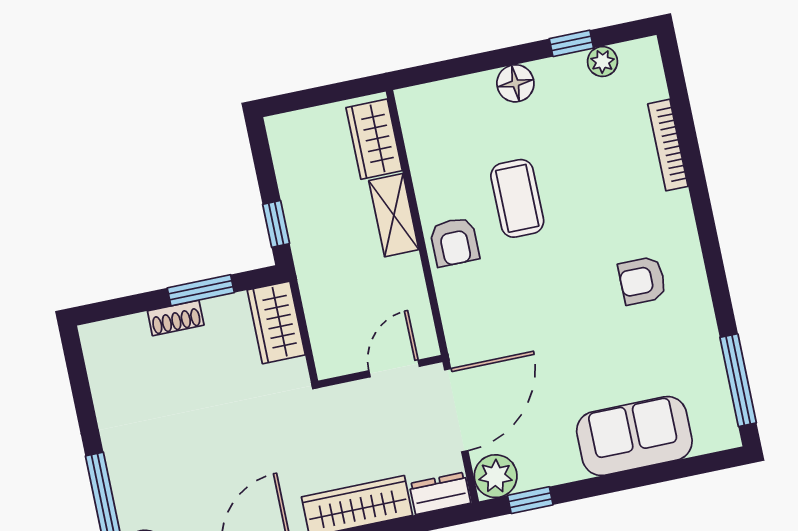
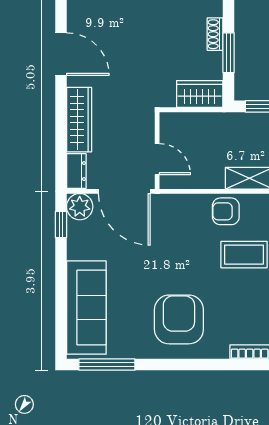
armchair: (642, 281) -> (179, 319), width x1.88, depth x1.88
sofa: (634, 436) -> (86, 308), width x1.36

